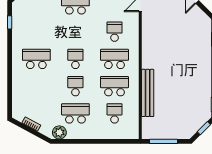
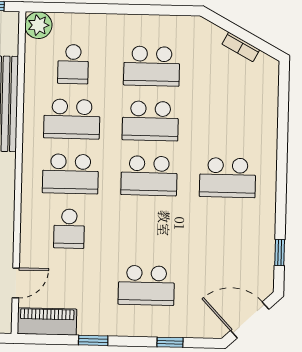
school desk: (75, 59) -> (149, 176), width x1.85
school desk: (75, 86) -> (150, 121), width x1.85
plant: (59, 132) -> (38, 25), moved

